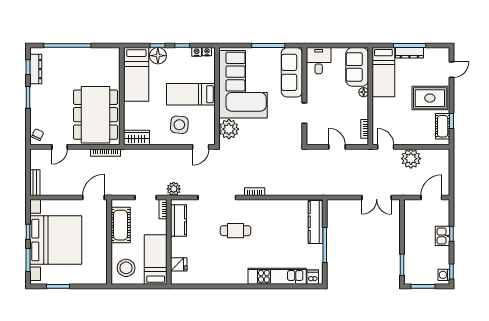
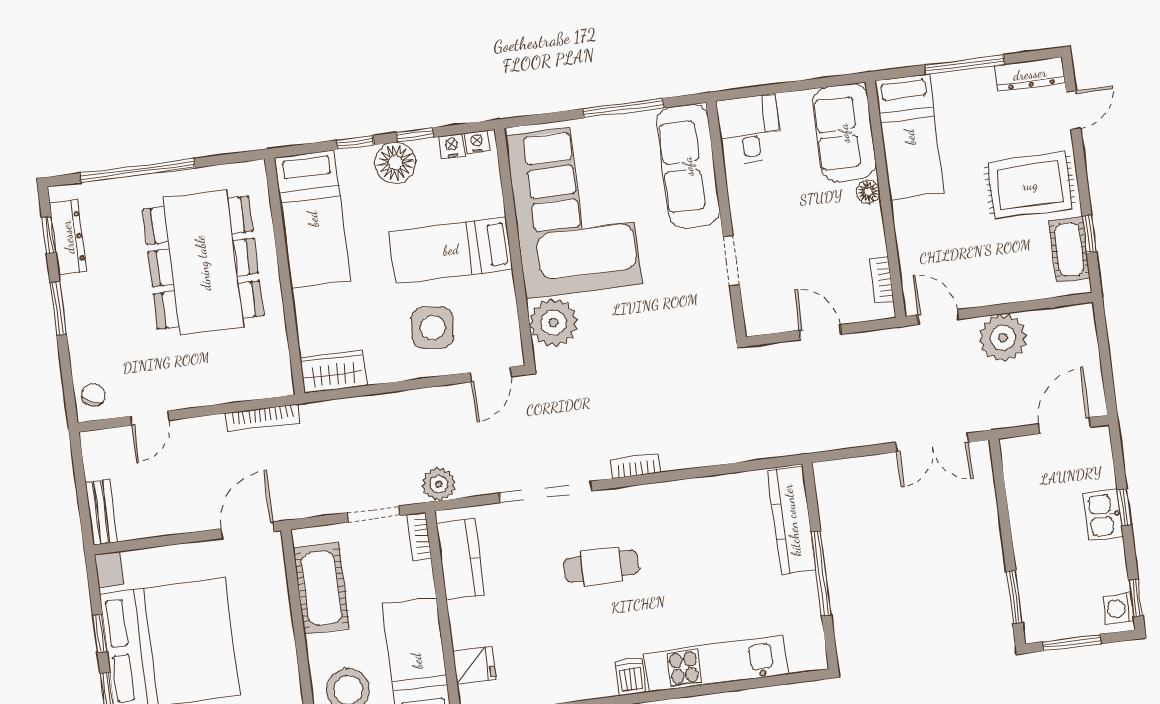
dresser: (409, 53) -> (1030, 74), moved
floor lamp: (158, 56) -> (395, 163), moved
dining table: (95, 115) -> (203, 263), moved
dishwasher: (313, 277) -> (630, 677), moved

